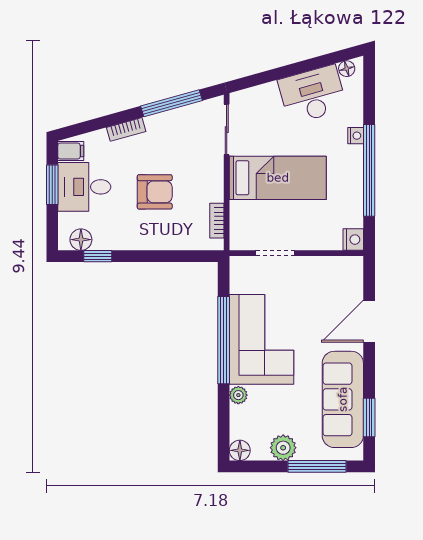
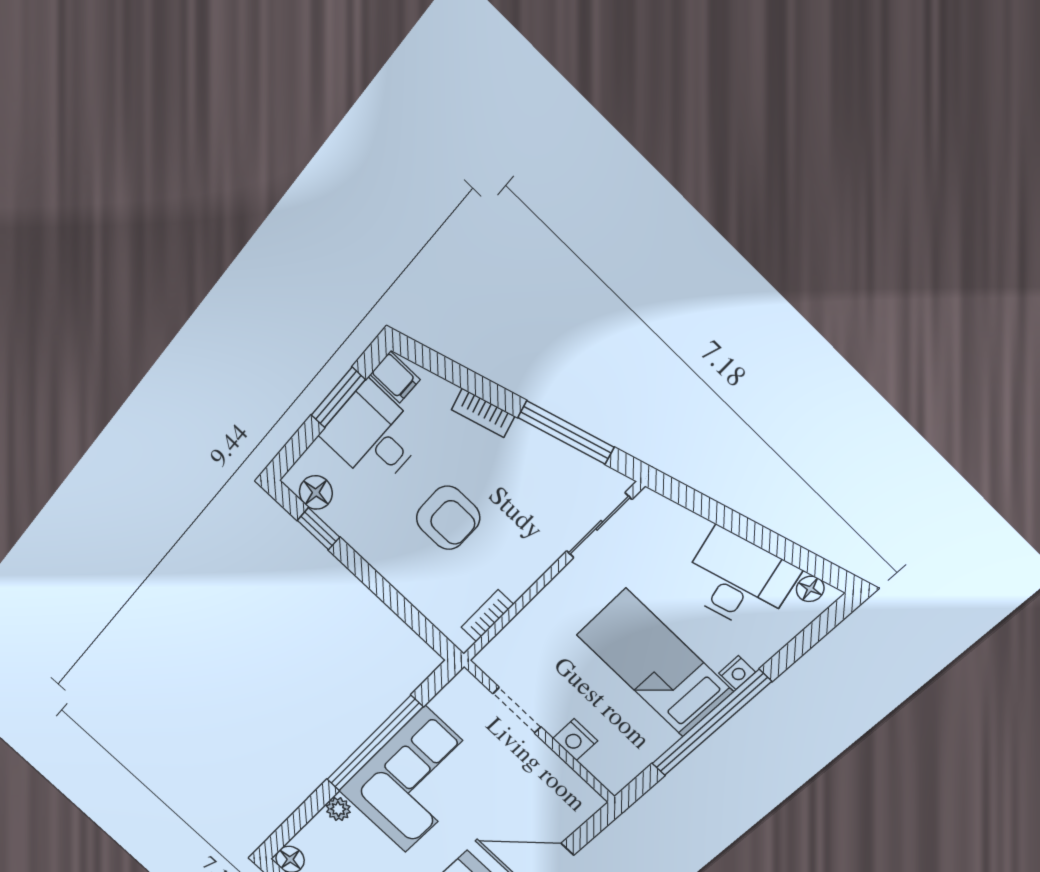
bed: (278, 178) -> (655, 663), moved, turned 180
nightstand: (353, 240) -> (575, 740), moved, turned 90

